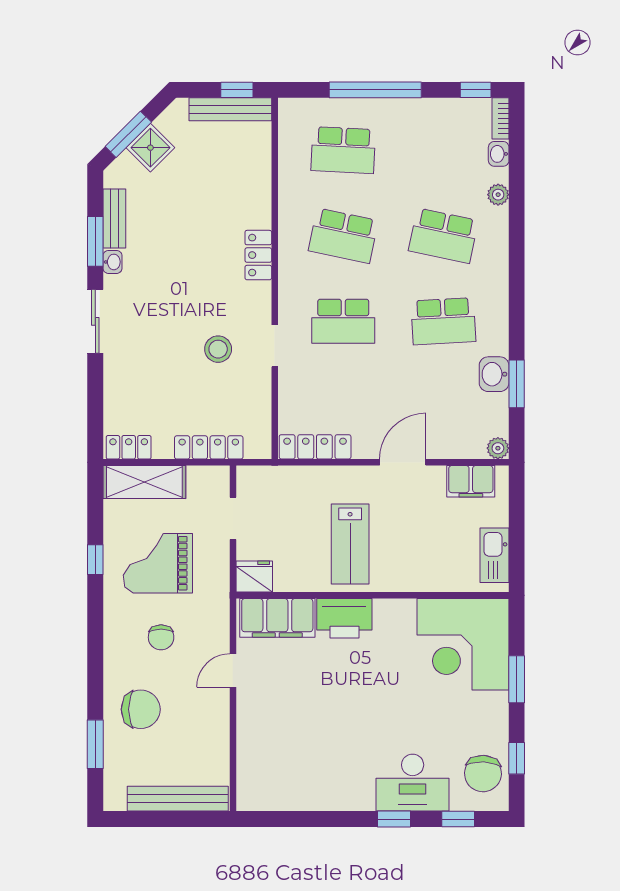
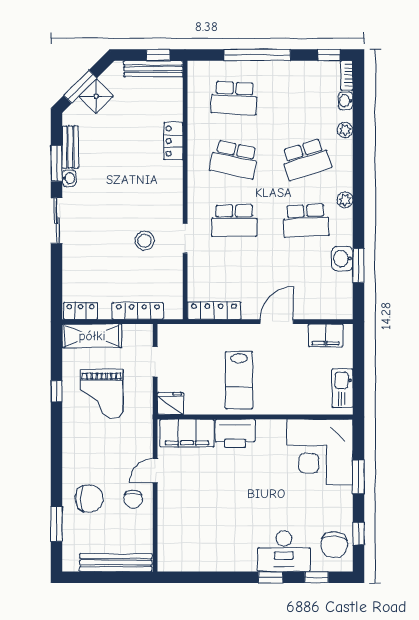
school desk: (443, 236) -> (306, 159), turned -30
locker: (258, 255) -> (173, 141), moved
plant: (498, 448) -> (345, 200), moved
grand piano: (158, 563) -> (101, 394), turned -90
chair: (161, 637) -> (133, 499), moved

